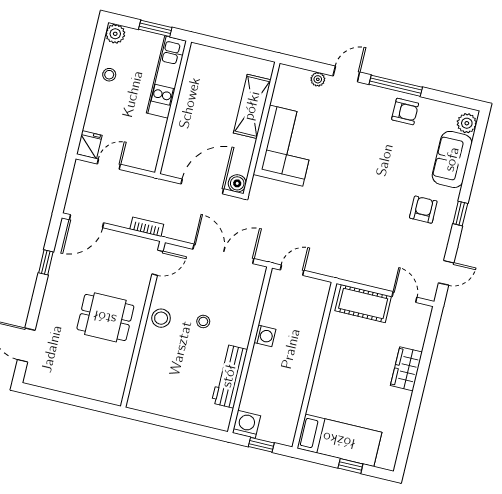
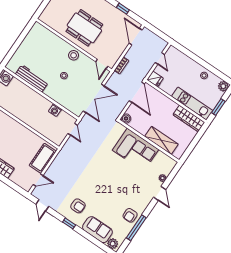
wardrobe: (195, 73) -> (189, 119), added
window: (396, 86) -> (136, 228), moved
fridge: (89, 145) -> (155, 79), moved
door: (202, 186) -> (137, 92), moved
dining table: (105, 317) -> (84, 28), width x1.38
washing machine: (265, 336) -> (55, 110), moved

